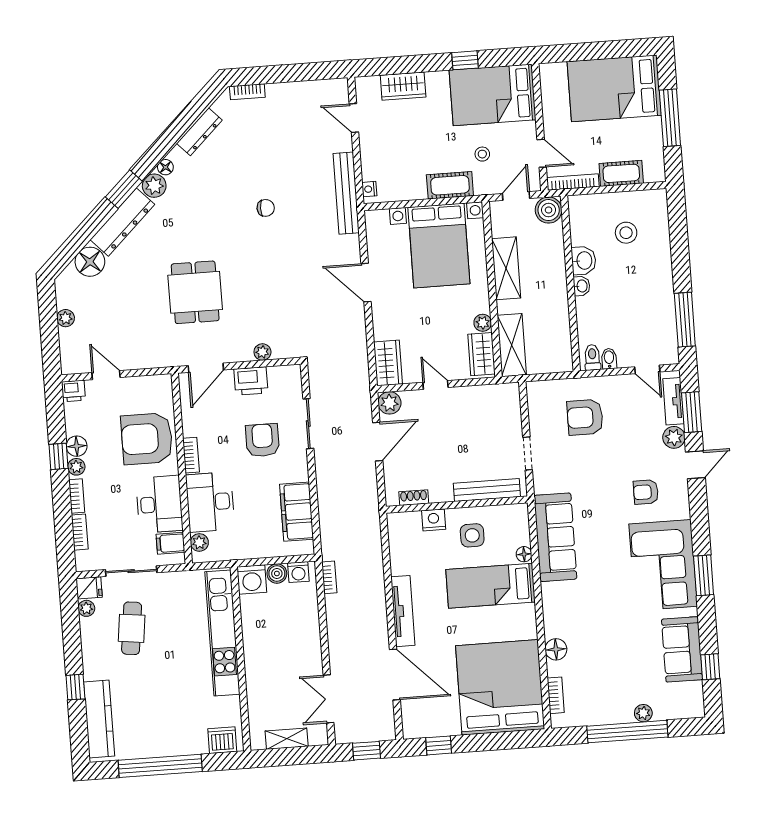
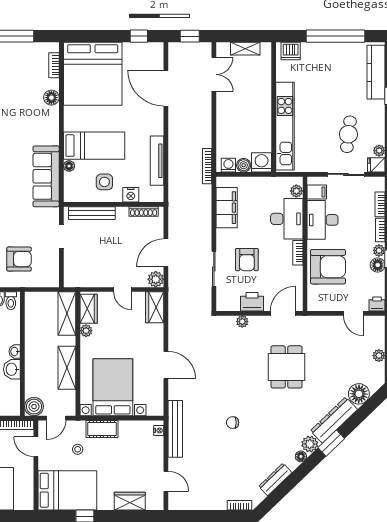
shoe rack: (414, 498) -> (144, 211), width x1.43
bookcase: (329, 577) -> (207, 166), width x1.56
tv unit: (403, 611) -> (157, 161), moved

